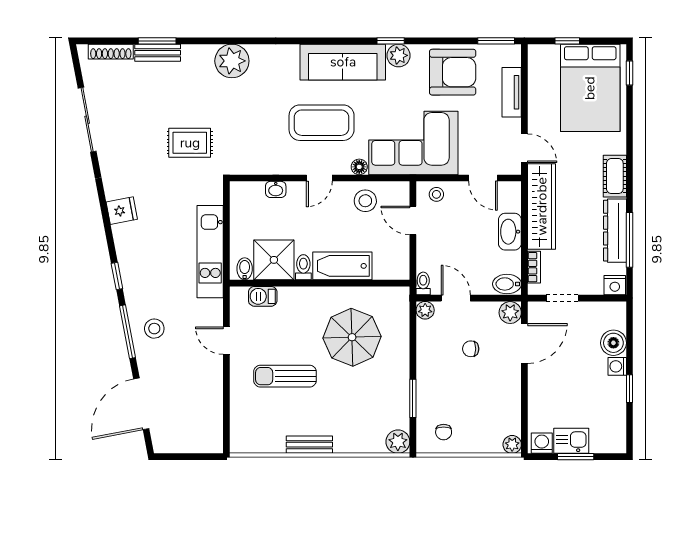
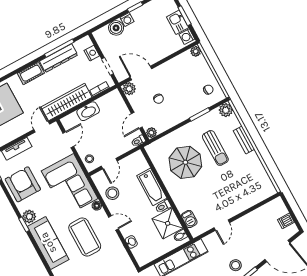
bidet: (507, 284) -> (116, 98), removed
nightstand: (615, 285) -> (92, 53), moved
sun lounger: (285, 376) -> (215, 148), moved
dishwasher: (180, 442) -> (286, 221), added
bench: (309, 445) -> (244, 140), moved

